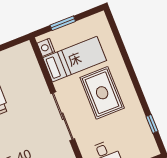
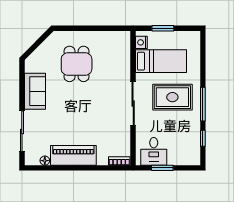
window: (138, 87) -> (203, 104), added
rug: (102, 93) -> (172, 97), turned 90

